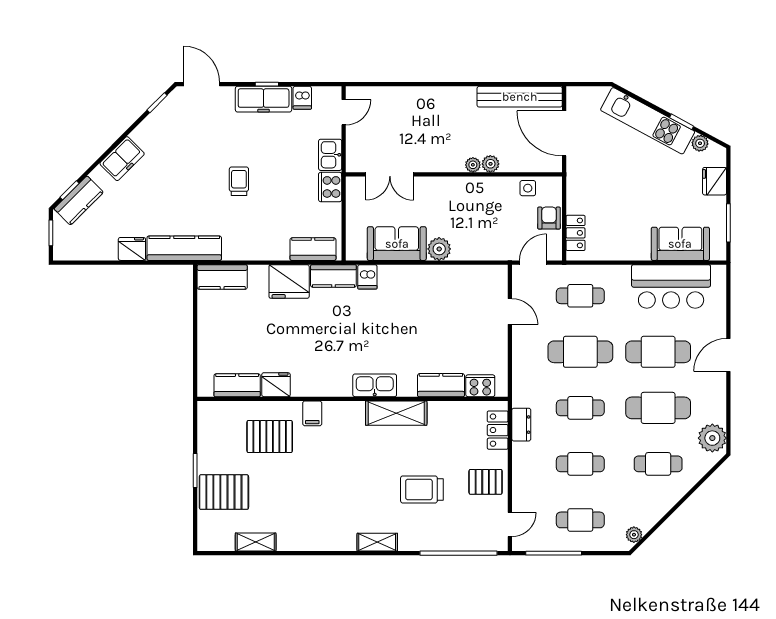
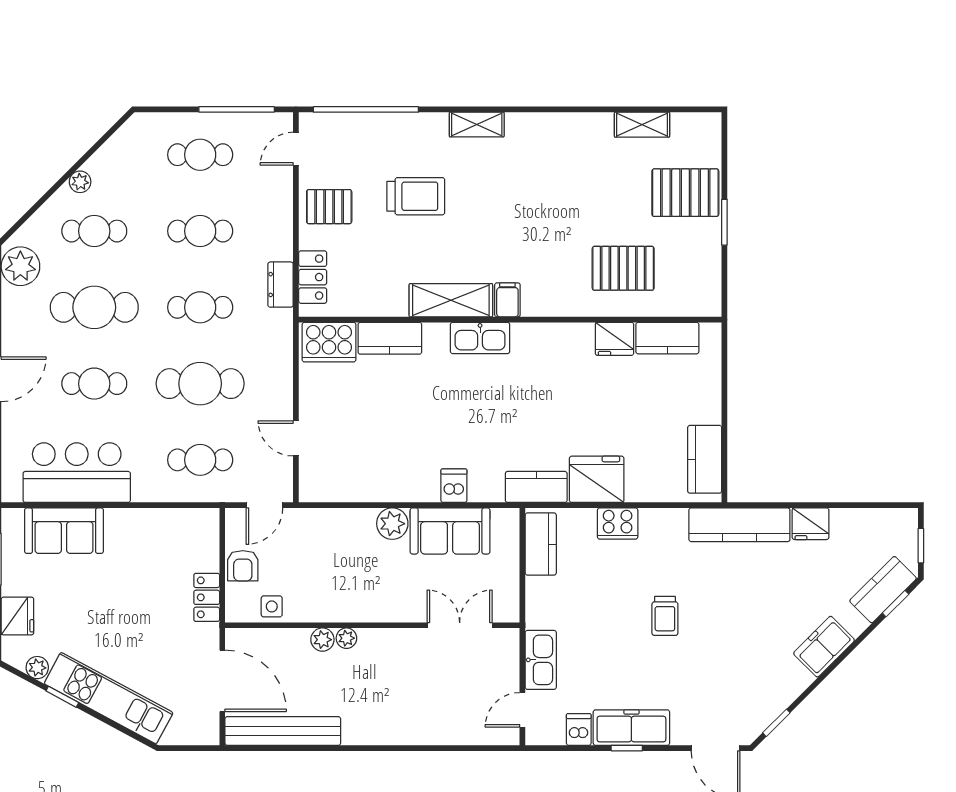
kitchen sink: (330, 155) -> (541, 660), width x1.38
cooker: (330, 187) -> (618, 524), moved, turned 90
locker: (576, 233) -> (207, 597), moved
kitchen counter: (313, 249) -> (541, 544), moved, turned -90
kitchen counter: (222, 277) -> (705, 459), moved, turned -90
dishwasher: (367, 277) -> (454, 486), moved
cafe table: (658, 352) -> (94, 384), width x0.73, depth x0.74
cooker: (480, 386) -> (329, 342), width x1.37, depth x1.31
filing cabinet: (312, 413) -> (507, 300), moved
plant: (634, 535) -> (80, 182), moved

